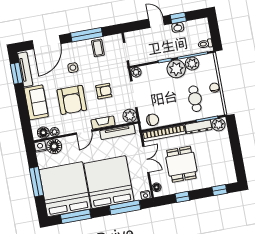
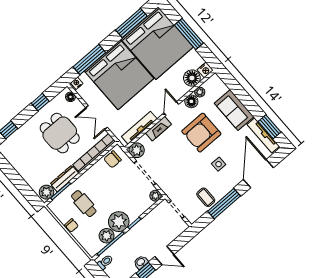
armchair: (104, 91) -> (176, 159), removed
armchair: (72, 100) -> (201, 133), turned -90
floor lamp: (43, 133) -> (191, 101), moved

